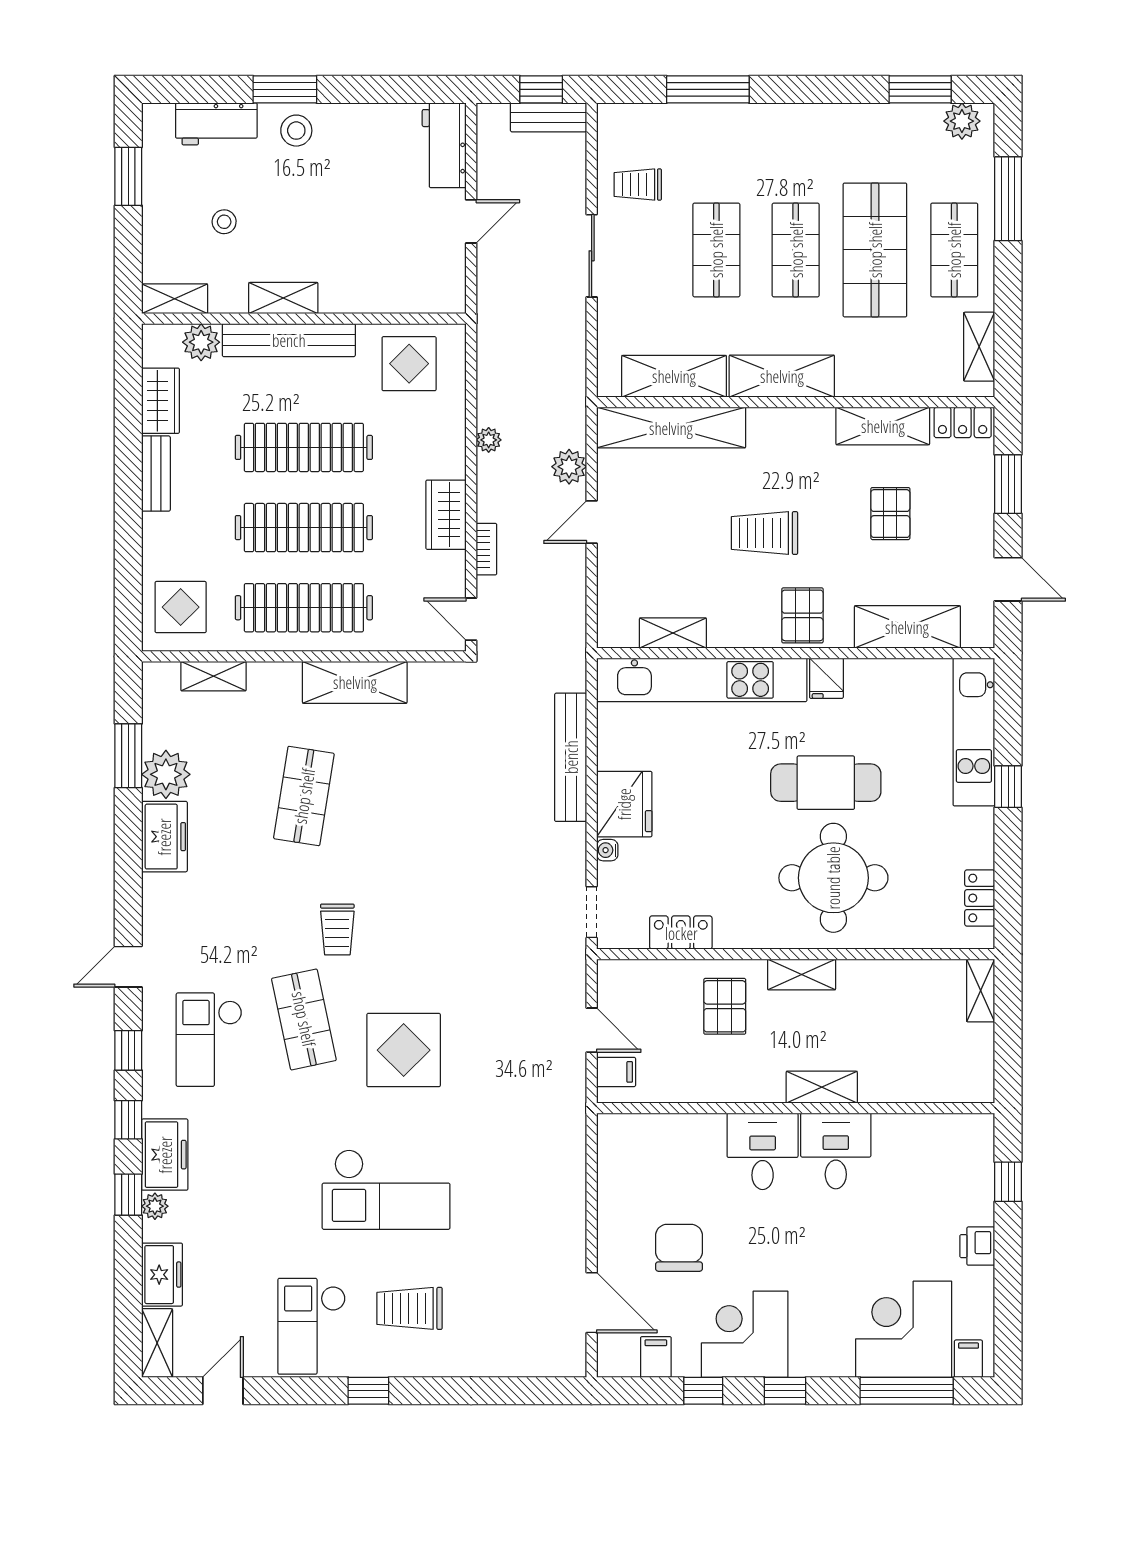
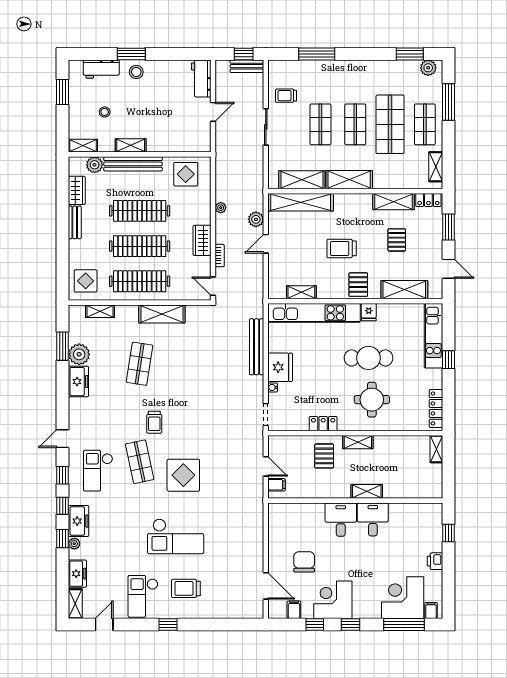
round table: (833, 878) -> (372, 400), width x0.73, depth x0.73
locker: (980, 898) -> (436, 408), width x1.53
locker: (681, 933) -> (323, 424), moved

